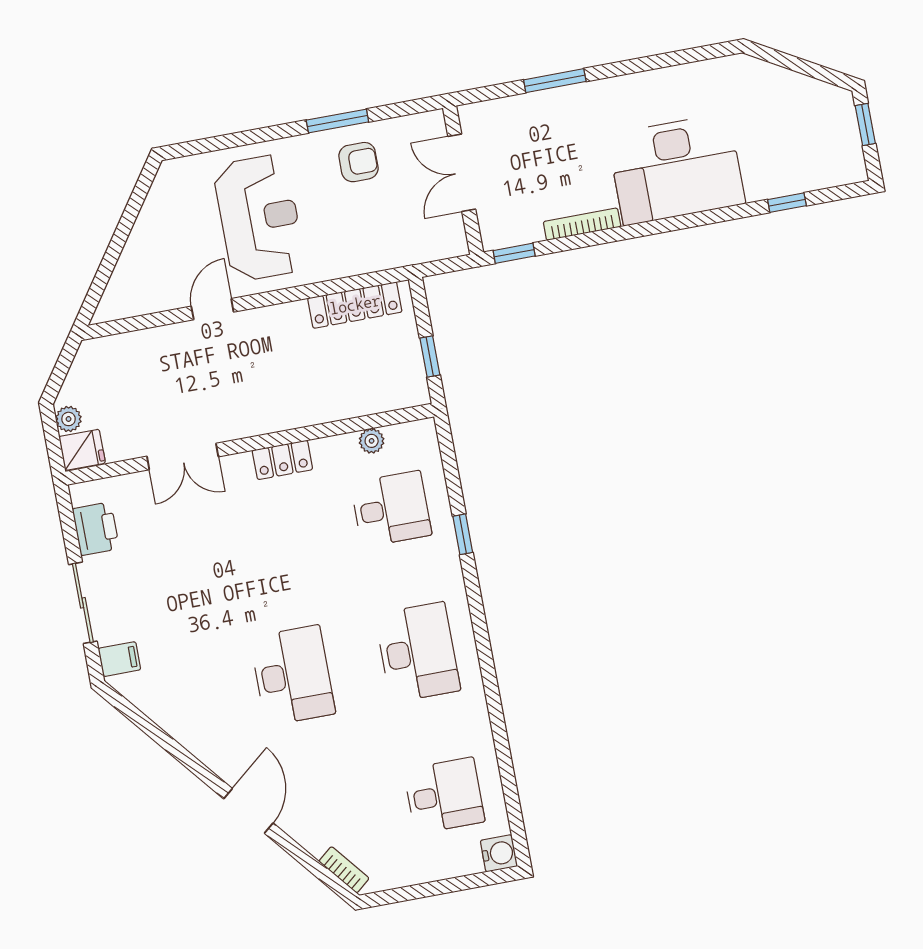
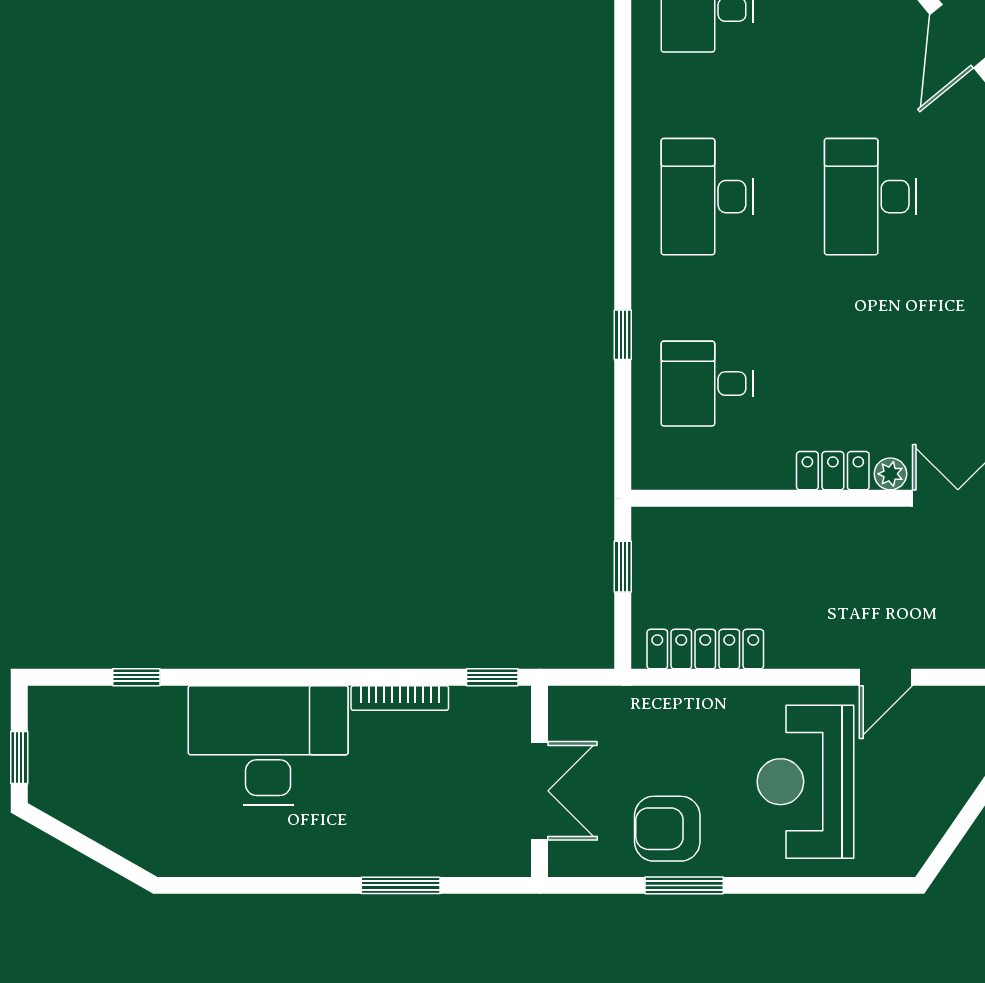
armchair: (358, 162) -> (667, 829), width x1.38, depth x1.38
plant: (372, 441) -> (890, 474), moved

